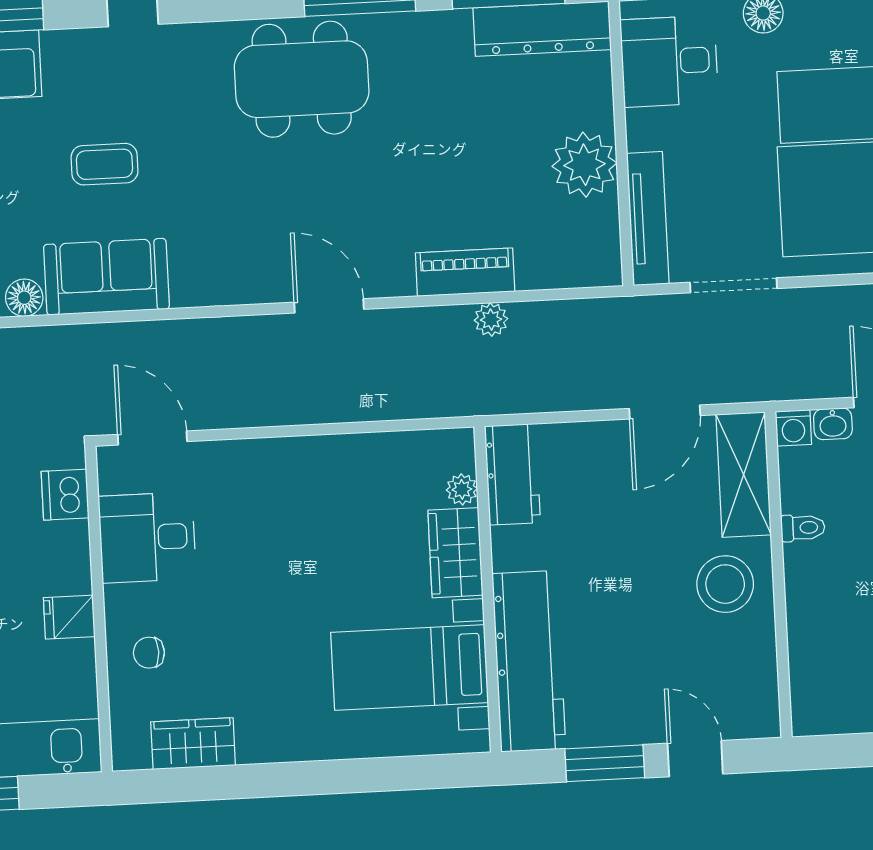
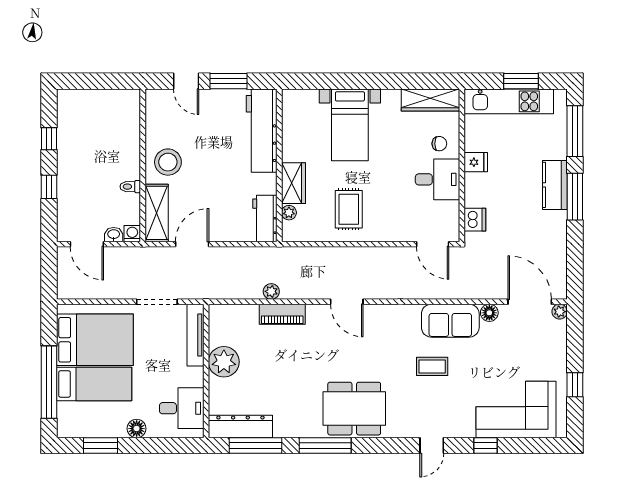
coffee table: (105, 164) -> (432, 366), moved
rug: (335, 503) -> (349, 209), added
desk: (147, 537) -> (437, 179), moved
bed with nightstands: (410, 667) -> (350, 125), moved, turned 90
wardrobe: (193, 744) -> (431, 100), width x1.50

